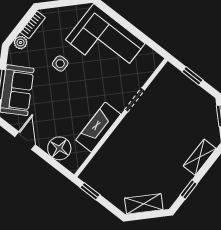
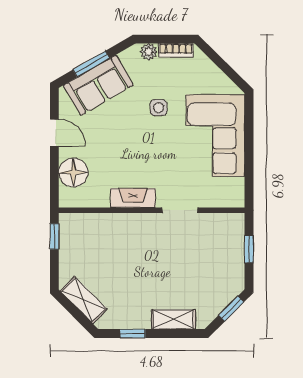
fireplace: (98, 127) -> (133, 198), width x0.73, depth x0.76
door: (25, 141) -> (54, 133), hinge flipped

